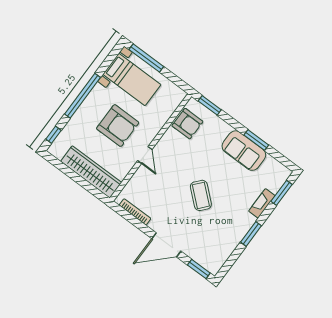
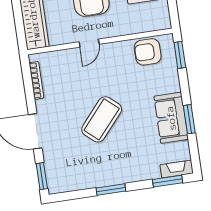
armchair: (187, 124) -> (148, 52), turned 90
coffee table: (201, 195) -> (102, 119), width x1.36, depth x1.32
fireplace: (262, 203) -> (177, 169), moved

